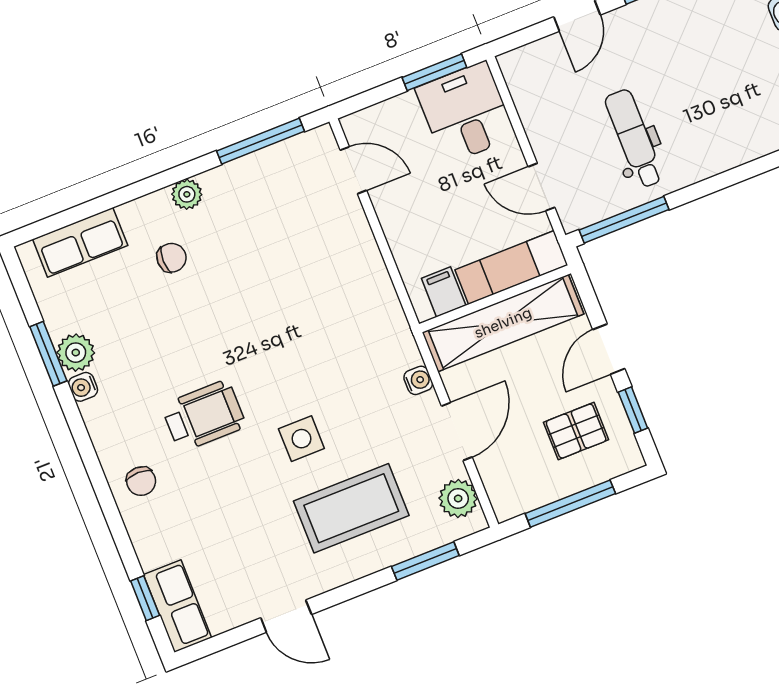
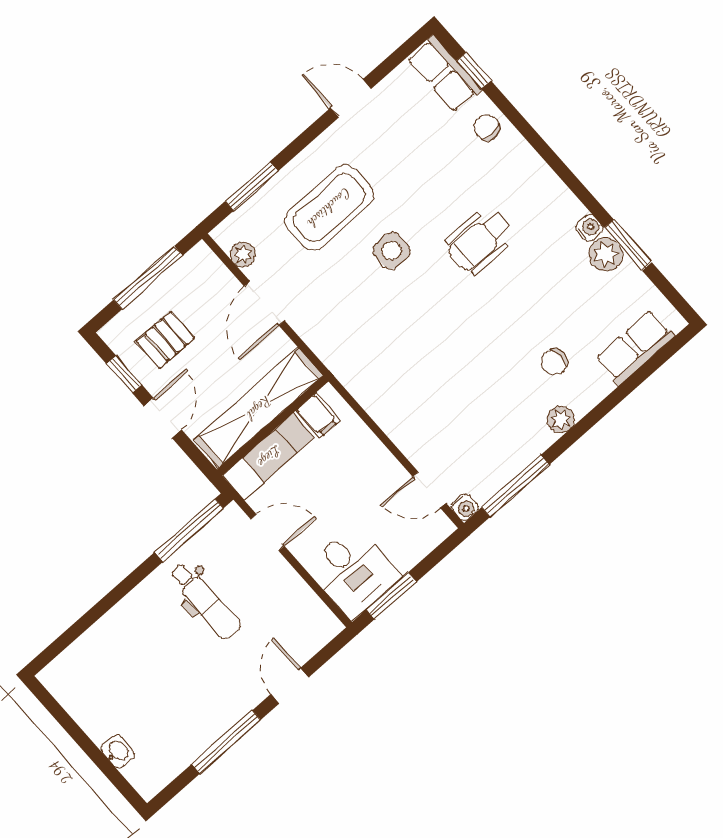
water cooler: (418, 380) -> (465, 507), moved, turned -90
chair: (141, 481) -> (487, 127), moved
plant: (458, 498) -> (243, 255), width x0.73, depth x0.73

